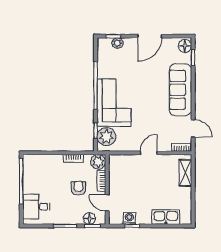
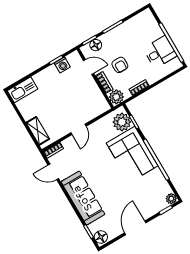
plant: (117, 43) -> (171, 199), moved
desk: (36, 207) -> (160, 52), moved
kitchen sink: (166, 217) -> (23, 90), moved

